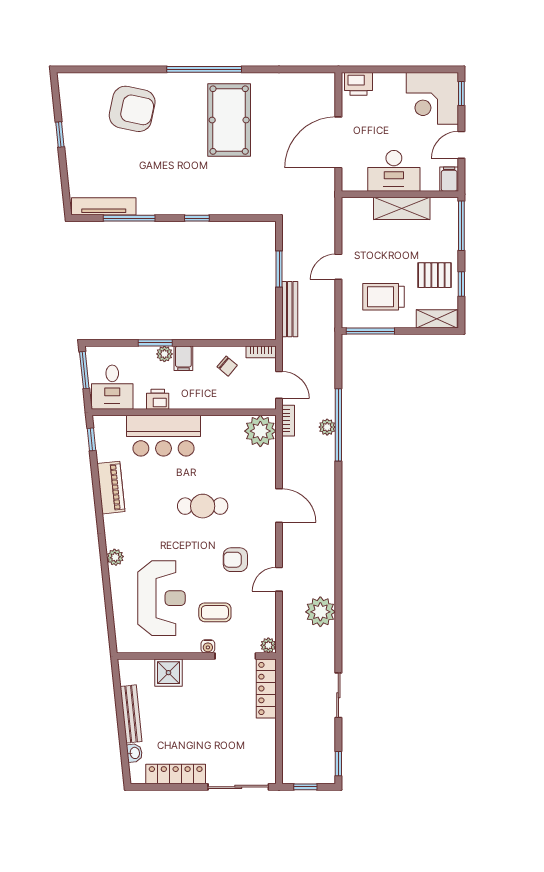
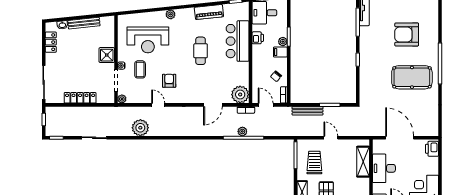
armchair: (132, 109) -> (407, 34), moved, turned 78
shelving: (402, 208) -> (363, 162), moved
door: (279, 385) -> (266, 105), swing flipped
cafe table: (203, 506) -> (201, 51), moved
door: (279, 506) -> (213, 105), moved
shower: (168, 673) -> (107, 55), moved
locker: (266, 688) -> (80, 98), moved
locker: (176, 774) -> (51, 42), width x0.66

